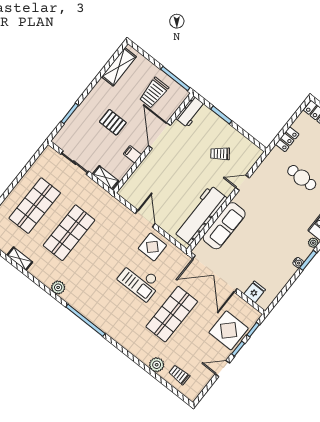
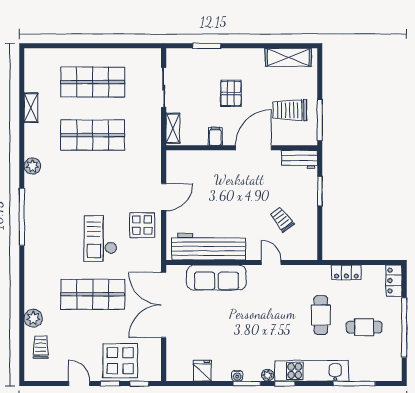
fridge: (255, 292) -> (202, 371), moved, turned -90

